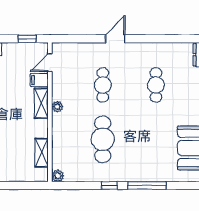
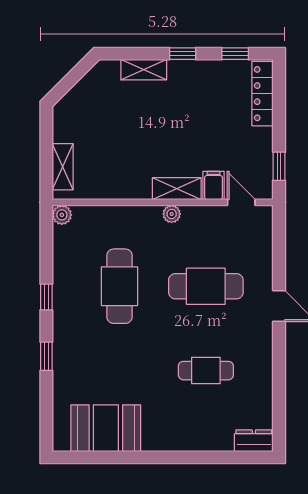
cafe table: (103, 85) -> (206, 286), width x1.37, depth x1.35
cafe table: (103, 139) -> (120, 286), turned 90
shelving: (42, 153) -> (63, 167), moved, turned 90
window: (147, 186) -> (46, 356), width x0.46

